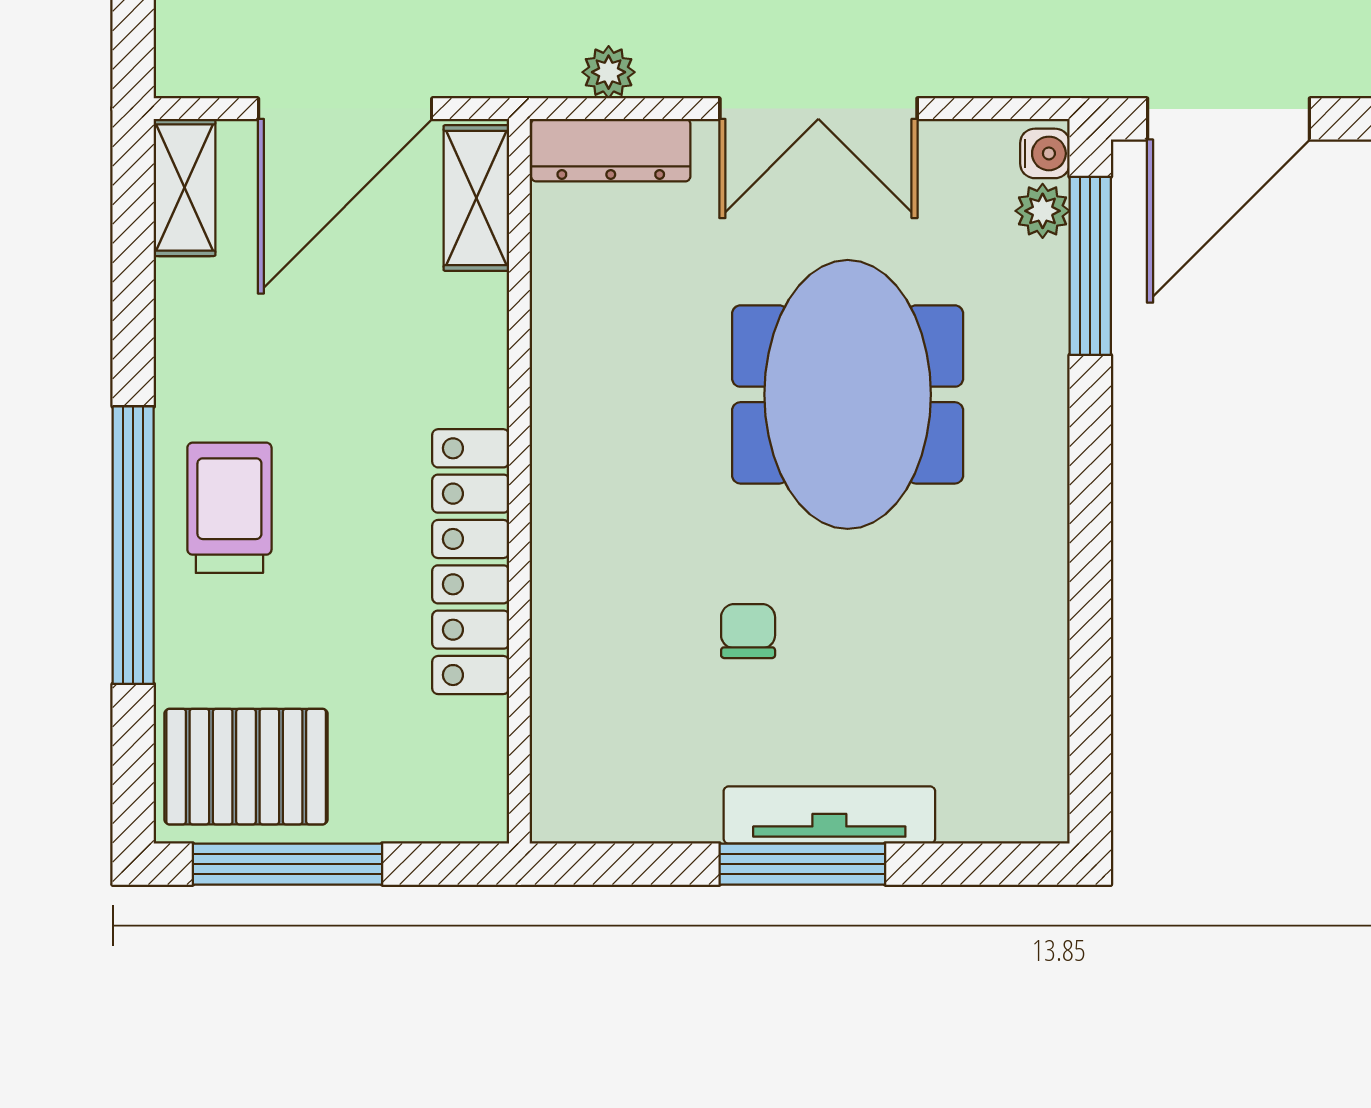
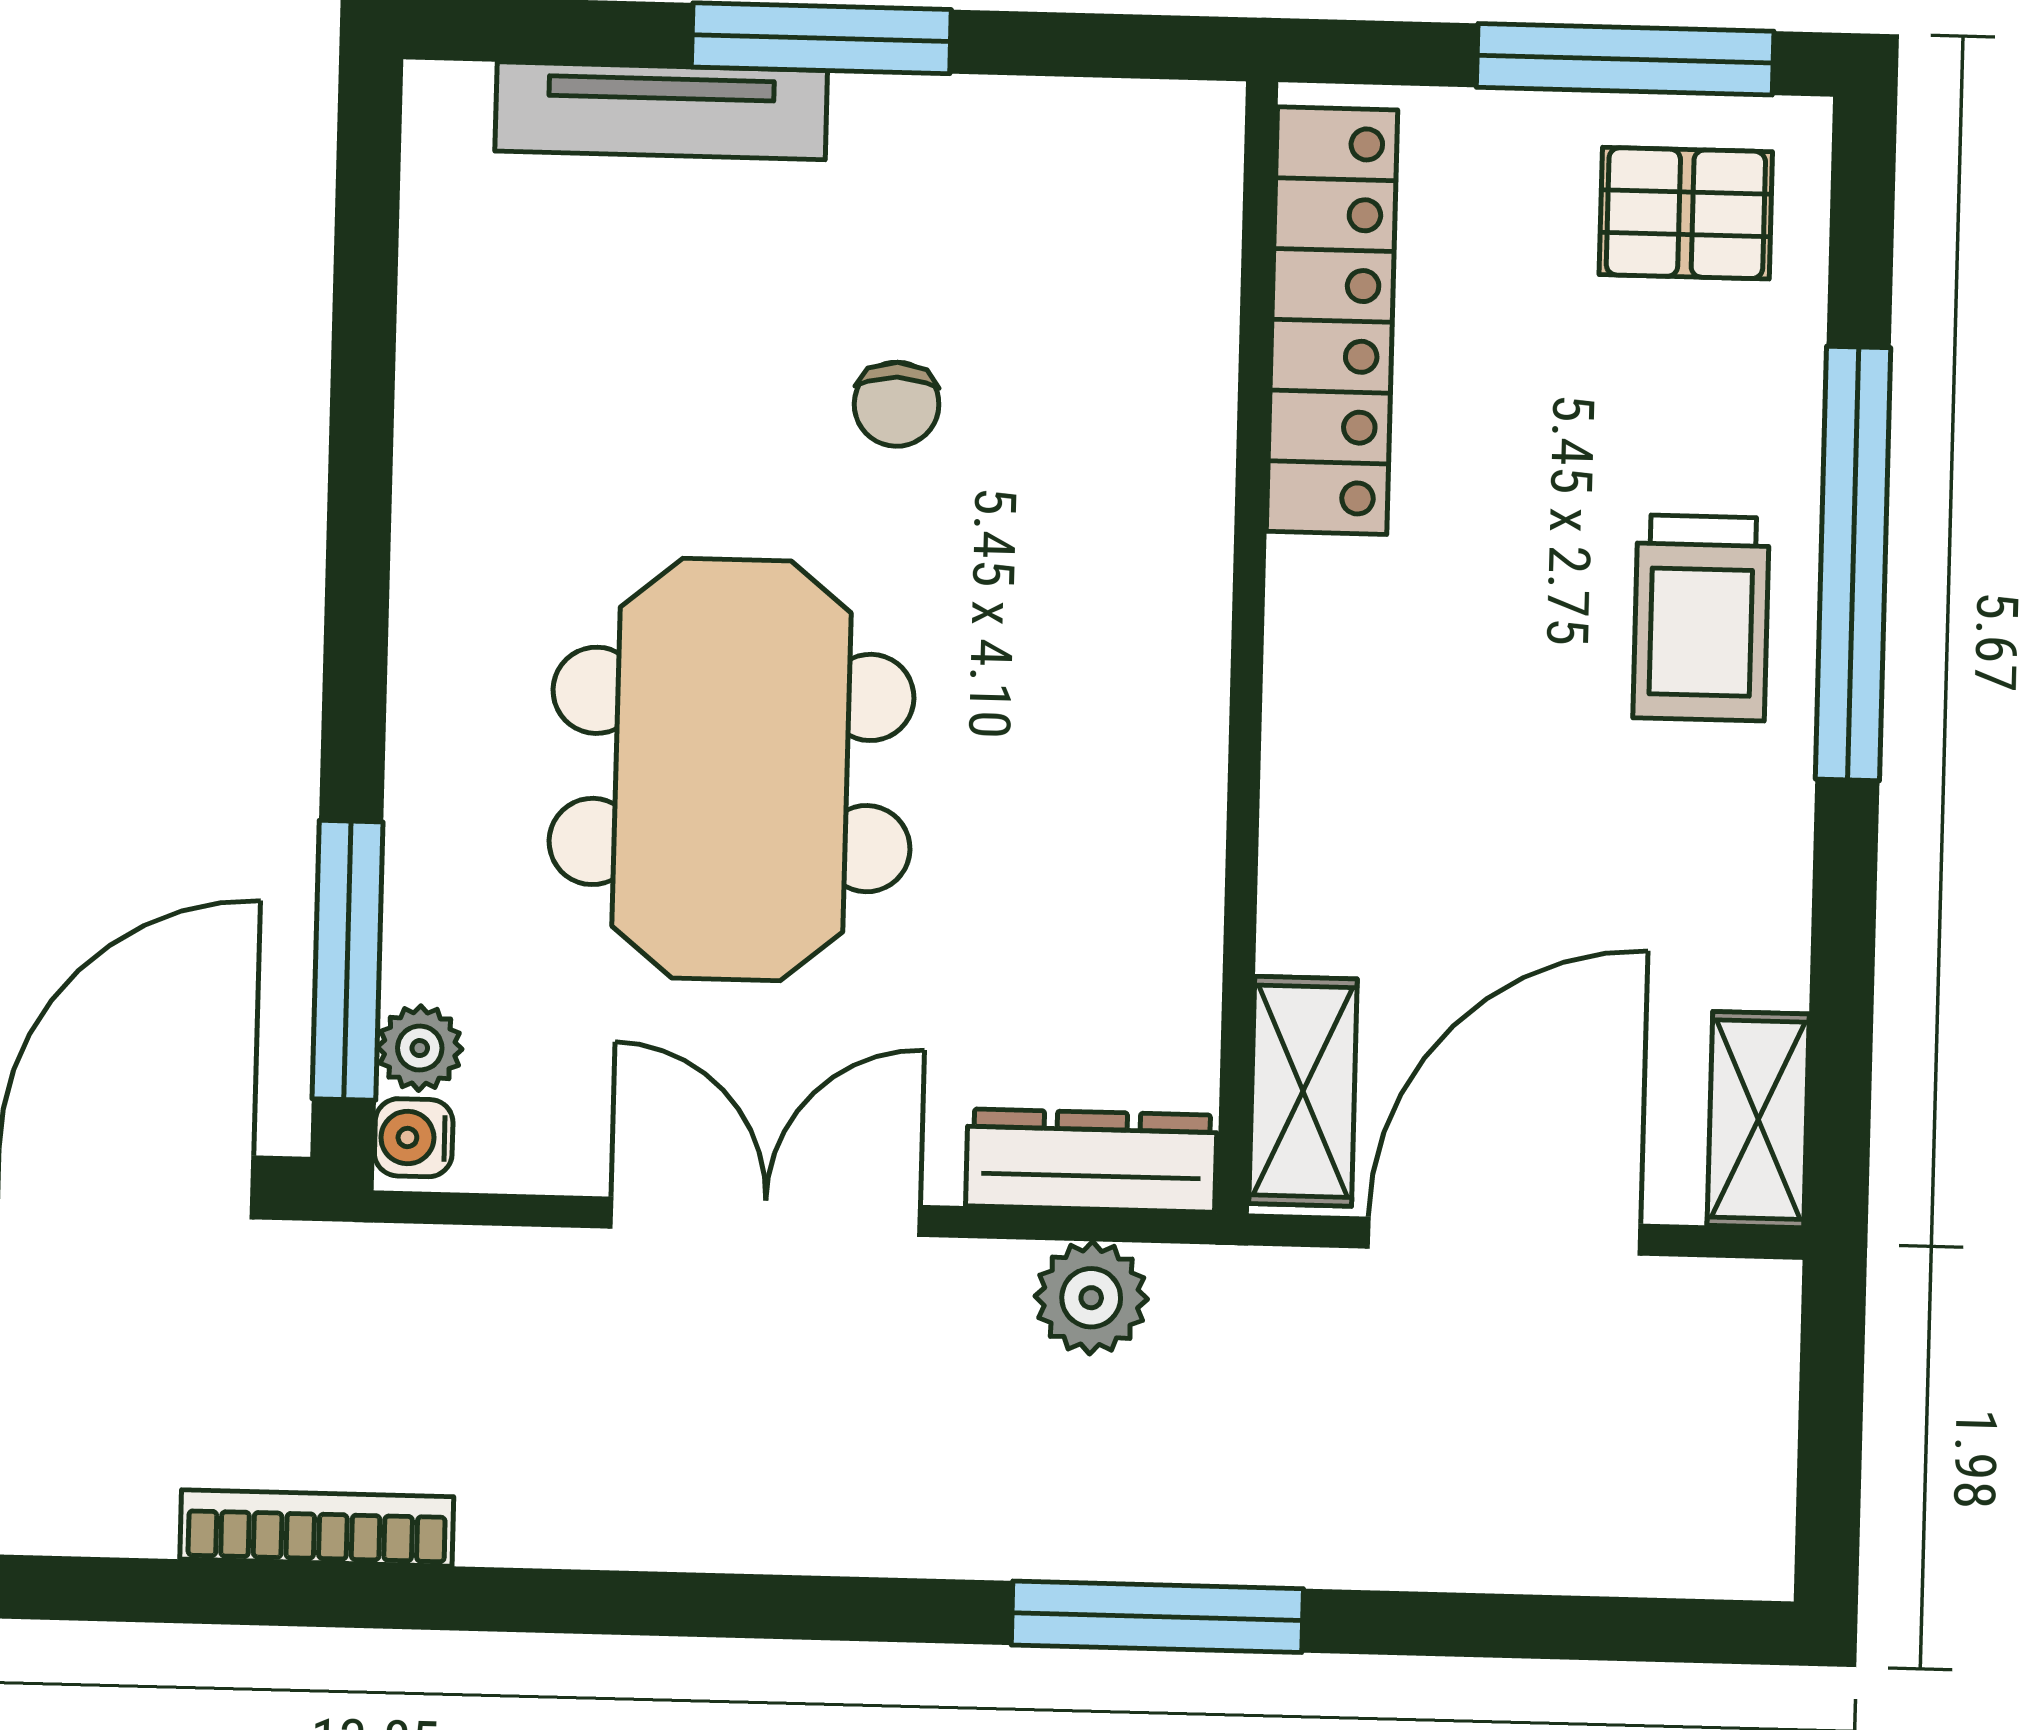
plant: (609, 72) -> (1091, 1298), width x1.38, depth x1.38
locker: (471, 562) -> (1332, 321), moved
pallet: (246, 767) -> (1686, 213), width x0.67, depth x0.71
tv unit: (829, 815) -> (661, 111), moved

